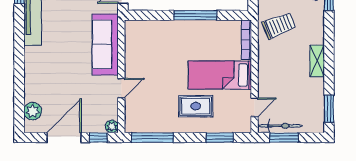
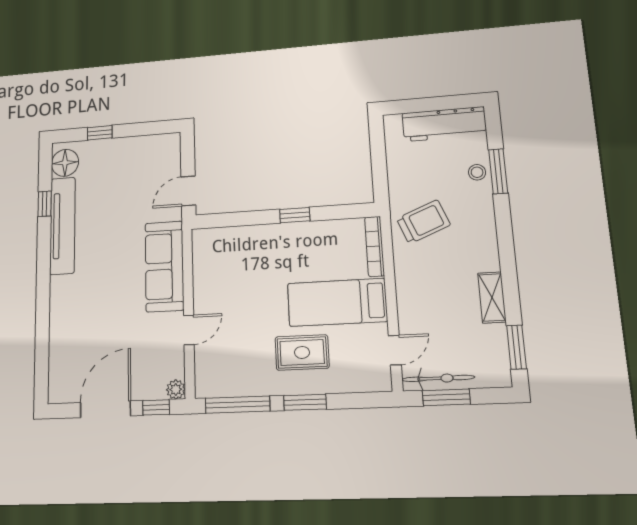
window: (195, 15) -> (295, 215), width x0.46
shelving: (317, 61) -> (492, 298), moved
plant: (33, 111) -> (61, 371), removed
window: (220, 138) -> (305, 402), moved

